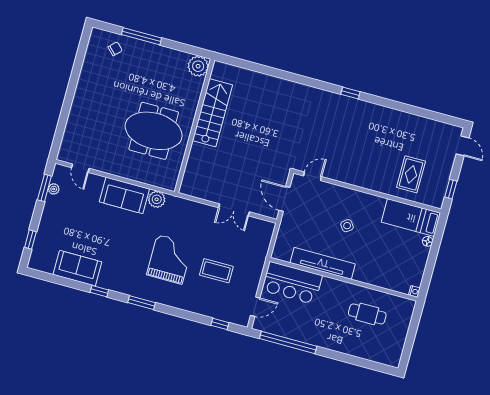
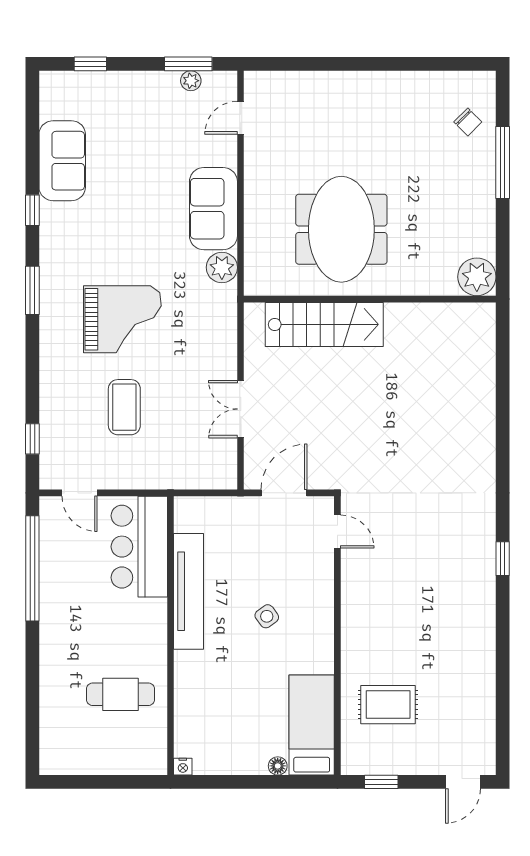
stairs: (212, 113) -> (324, 324), moved
cafe table: (367, 314) -> (121, 694), turned 90

